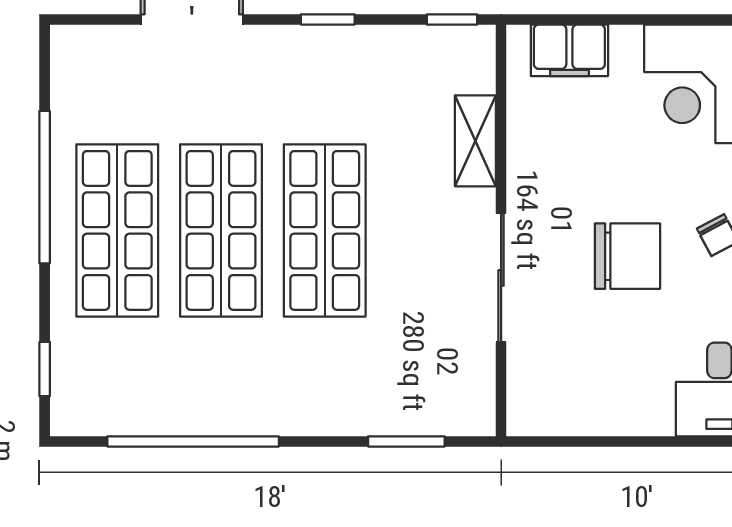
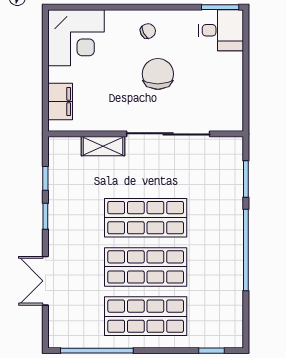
window: (452, 19) -> (45, 178), moved
window: (45, 187) -> (97, 351), moved
sliding door: (501, 278) -> (168, 134), width x1.36
window: (193, 441) -> (246, 250), moved

